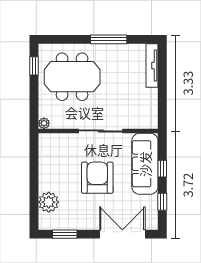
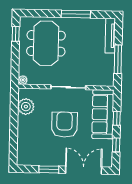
meeting table: (72, 77) -> (46, 43), turned 90
window: (162, 95) -> (118, 59), added
plant: (49, 202) -> (26, 107), moved
window: (65, 234) -> (49, 169), moved

